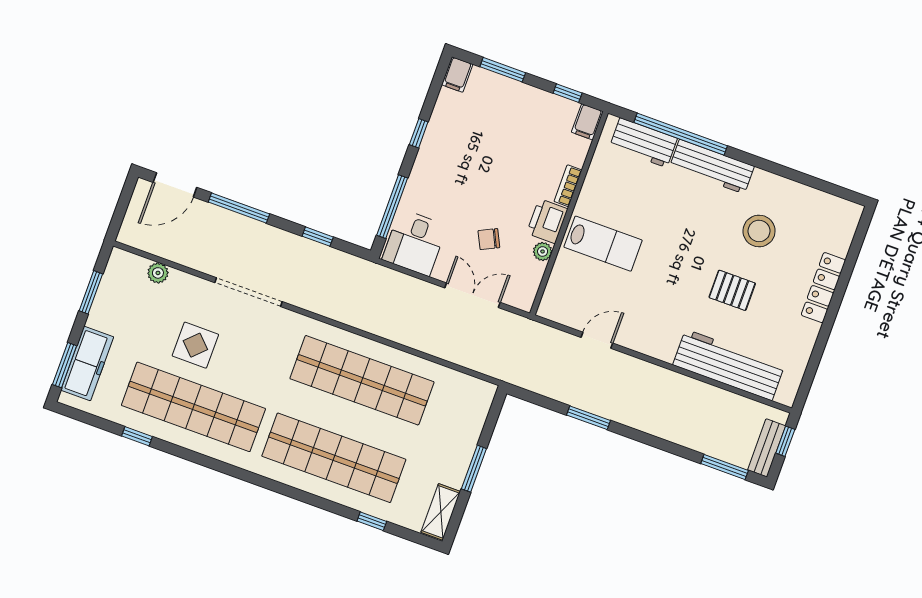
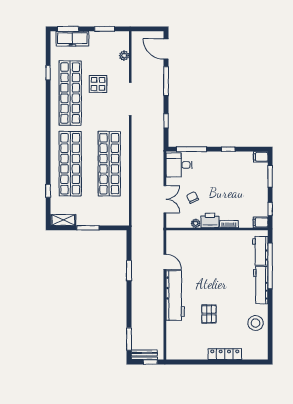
stool: (759, 231) -> (256, 323), moved
lab bench: (603, 244) -> (209, 249), removed
workbench: (729, 365) -> (175, 296), moved

